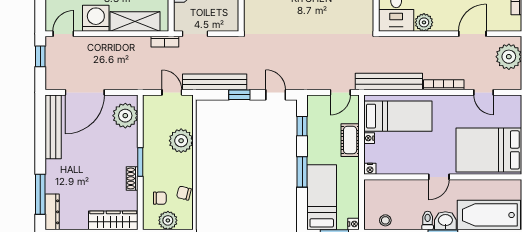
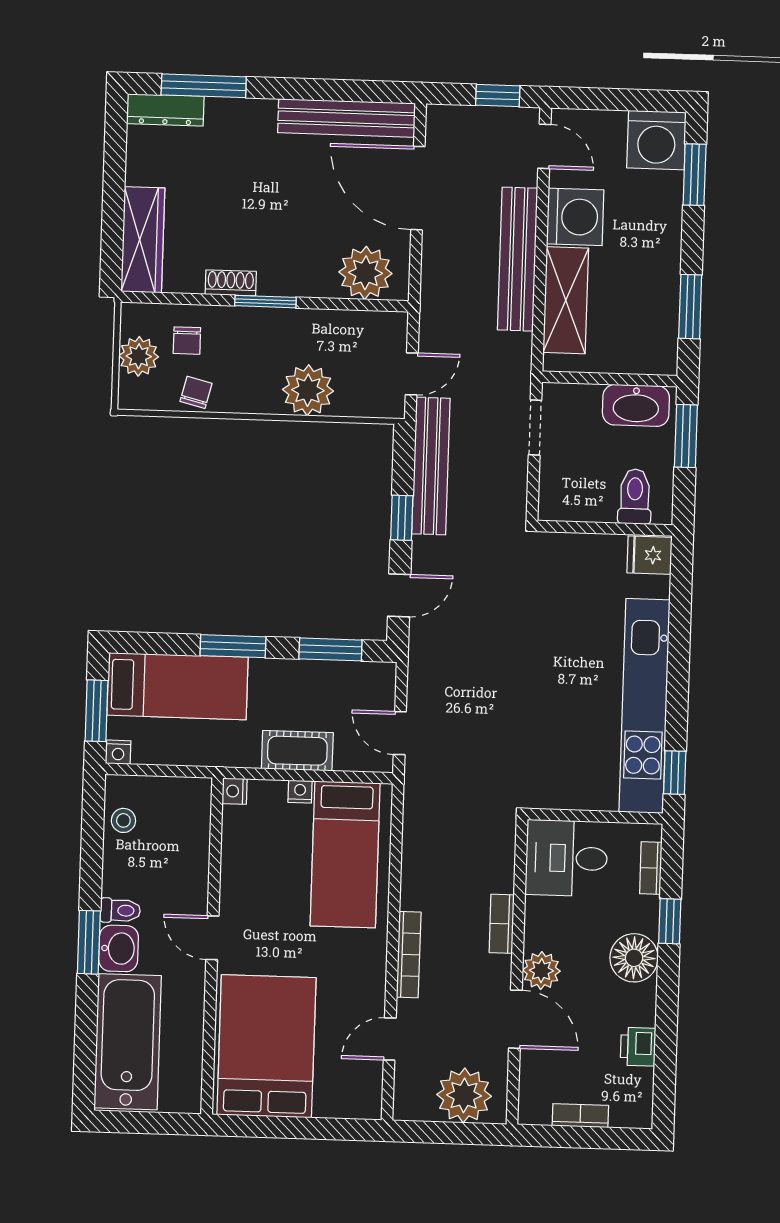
plant: (424, 22) -> (541, 971), moved
bookcase: (165, 42) -> (502, 924), moved
bench: (389, 82) -> (518, 259), moved
window: (302, 126) -> (330, 649), width x1.50

